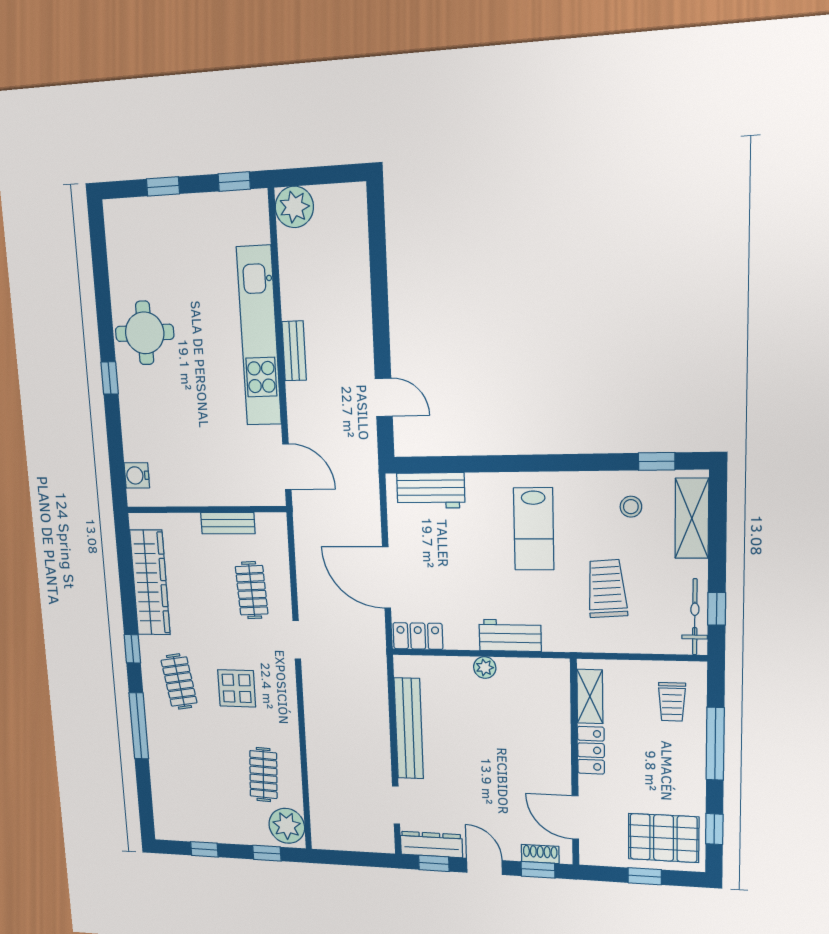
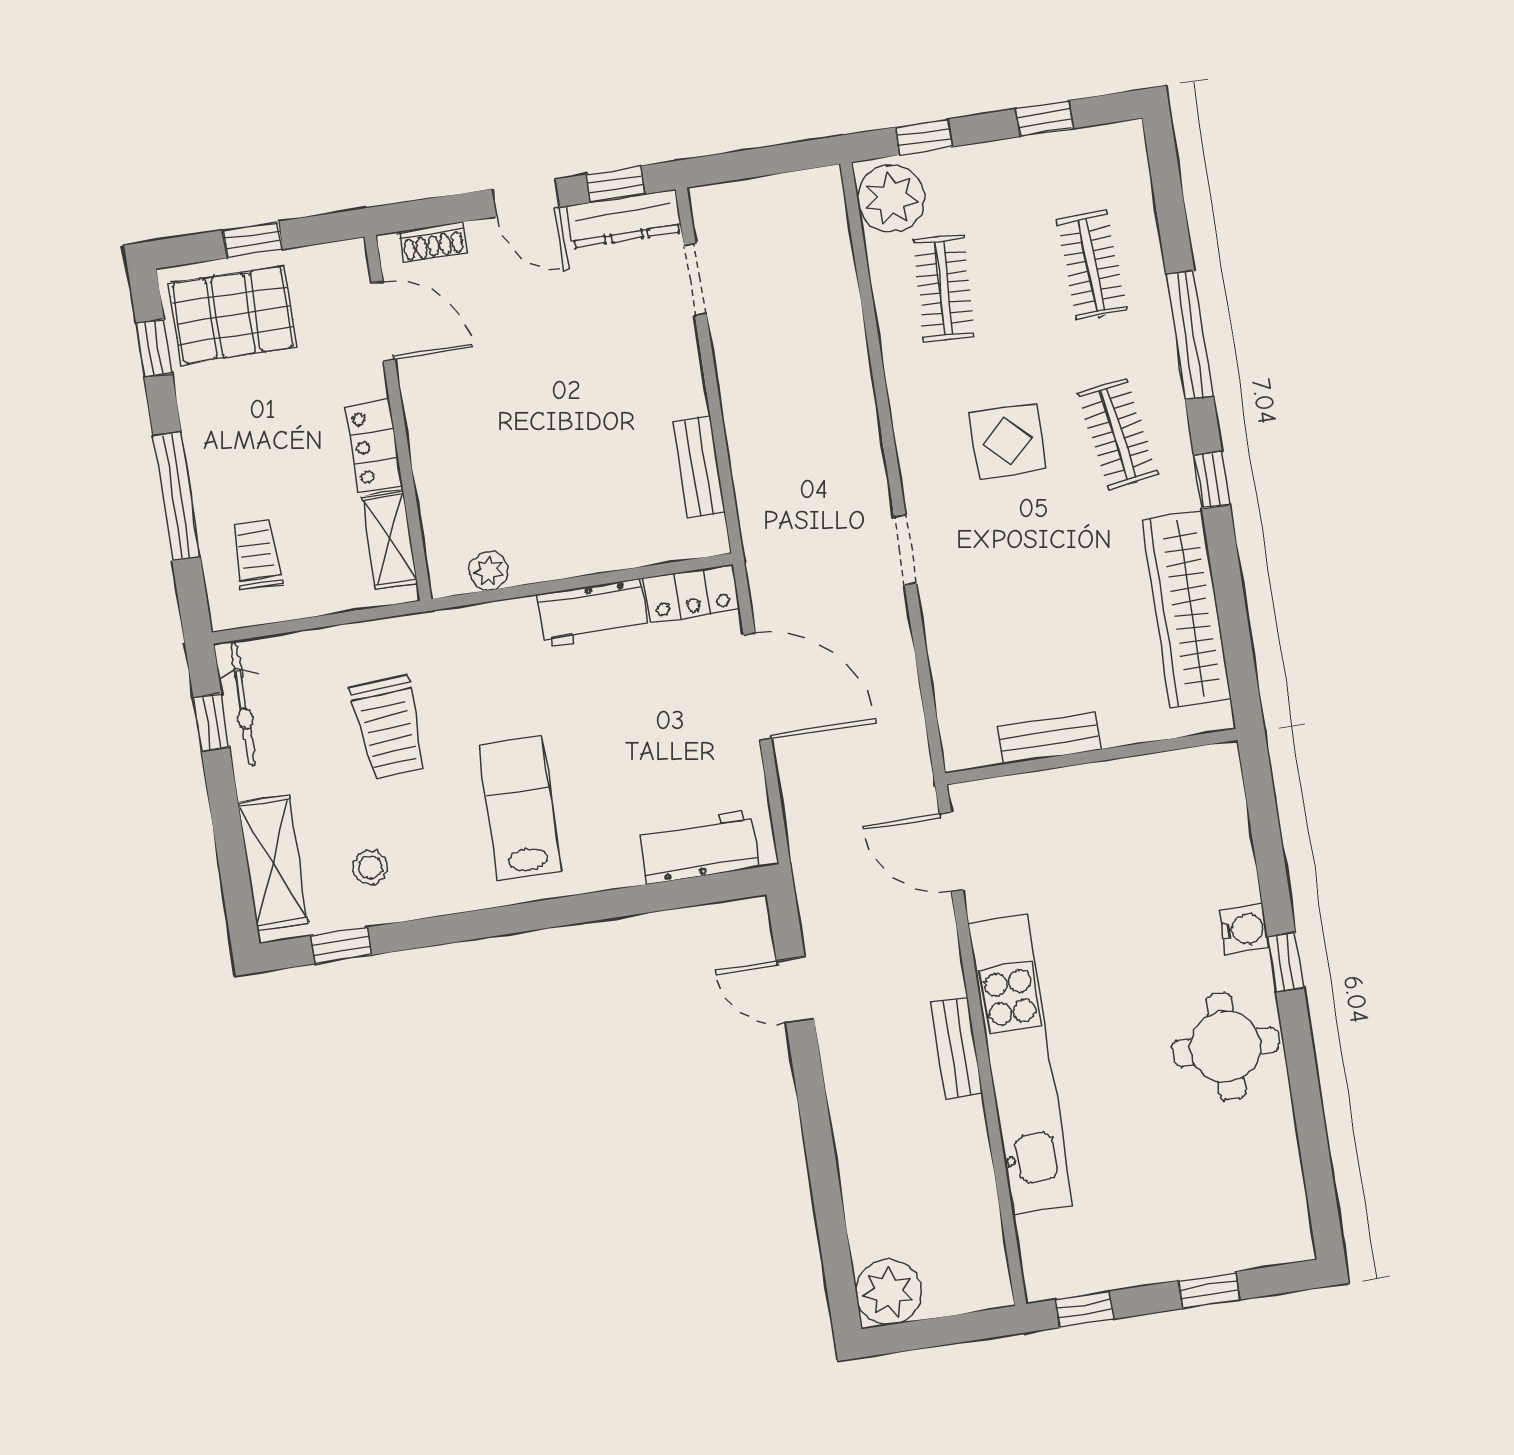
plant: (294, 207) -> (889, 1292), moved
water cooler: (137, 475) -> (1244, 929), moved
clothes rail: (252, 590) -> (1092, 265), moved
workbench: (510, 635) -> (592, 613), moved
plant: (485, 668) -> (489, 571), moved
bench: (409, 728) -> (699, 467), width x0.54, depth x0.82
window: (538, 870) -> (433, 212), removed

